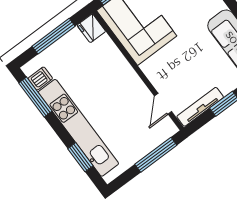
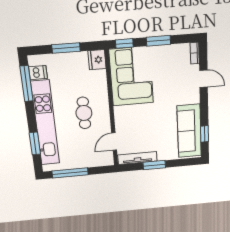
window: (54, 36) -> (66, 48), width x0.69
cafe table: (112, 92) -> (84, 113), added
window: (156, 155) -> (70, 173), moved

